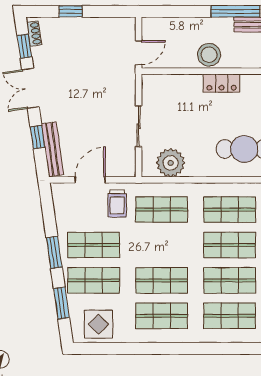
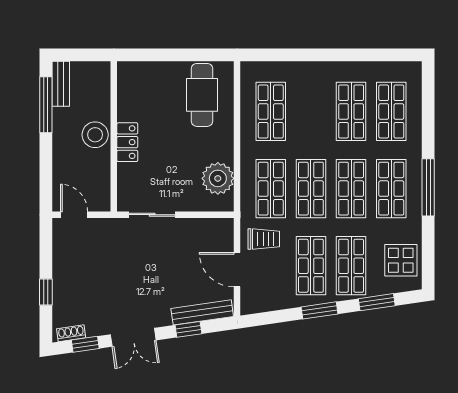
door: (139, 53) -> (74, 215), moved
locker: (222, 83) -> (127, 142), moved
sliding door: (139, 126) -> (152, 215), moved
shop shelf: (230, 245) -> (311, 189), moved
window: (163, 348) -> (428, 187), added

